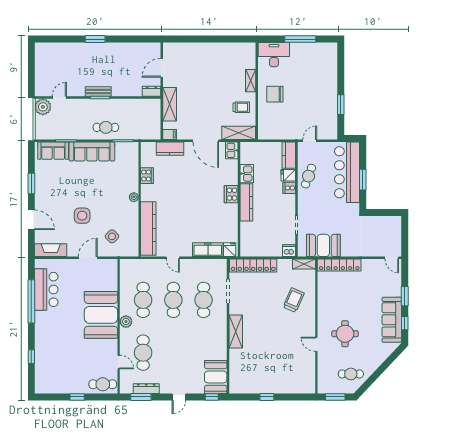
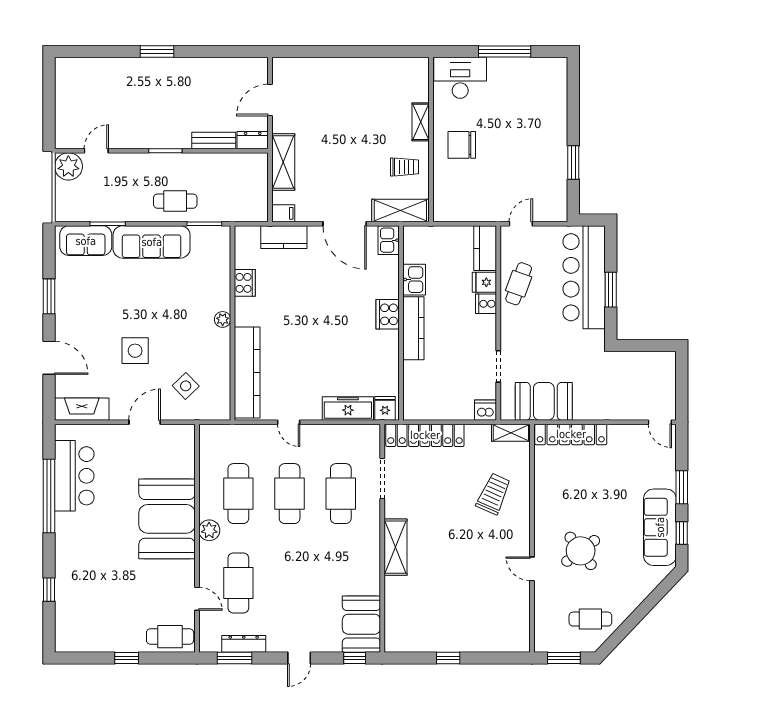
bench: (98, 92) -> (214, 141), moved
round table: (345, 334) -> (581, 551), turned -37

